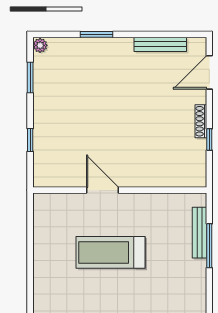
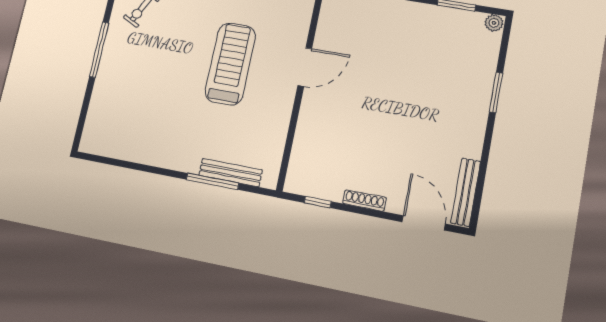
bench: (160, 44) -> (466, 192), moved
window: (209, 140) -> (318, 202), moved

